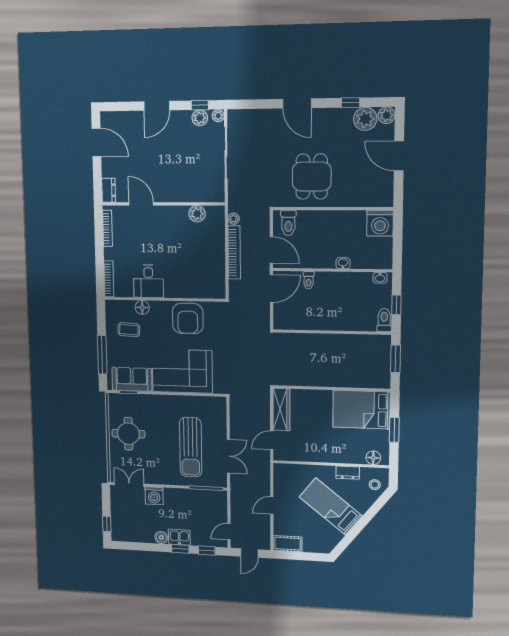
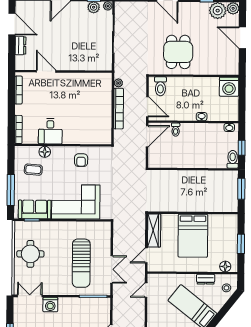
dresser: (109, 190) -> (20, 45), moved
plant: (197, 214) -> (90, 79), removed
armchair: (188, 319) -> (81, 160), width x0.53, depth x0.53
bed: (361, 410) -> (193, 236), moved, turned -90
door: (272, 505) -> (146, 290), moved

